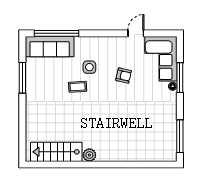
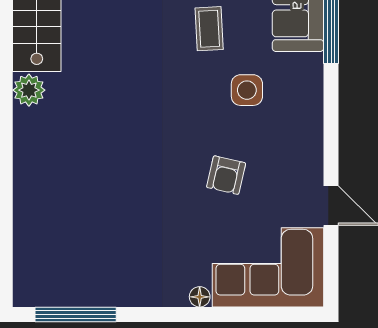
window: (180, 78) -> (221, 314), removed
coffee table: (78, 87) -> (209, 29), moved

